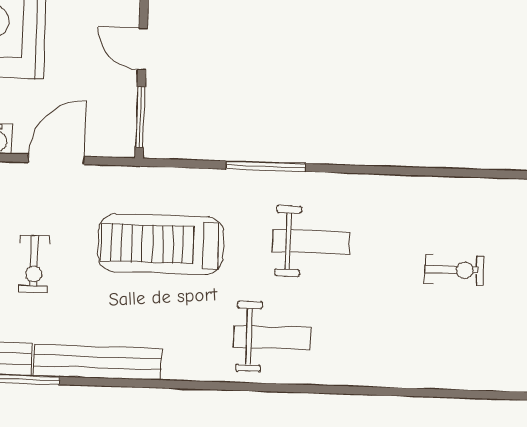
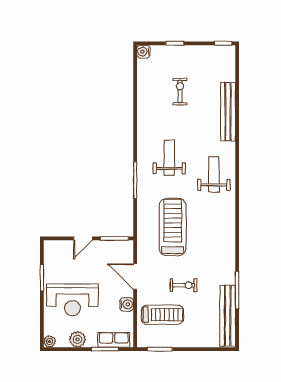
treadmill: (161, 244) -> (173, 227), turned 180
bench: (97, 362) -> (228, 112), moved

